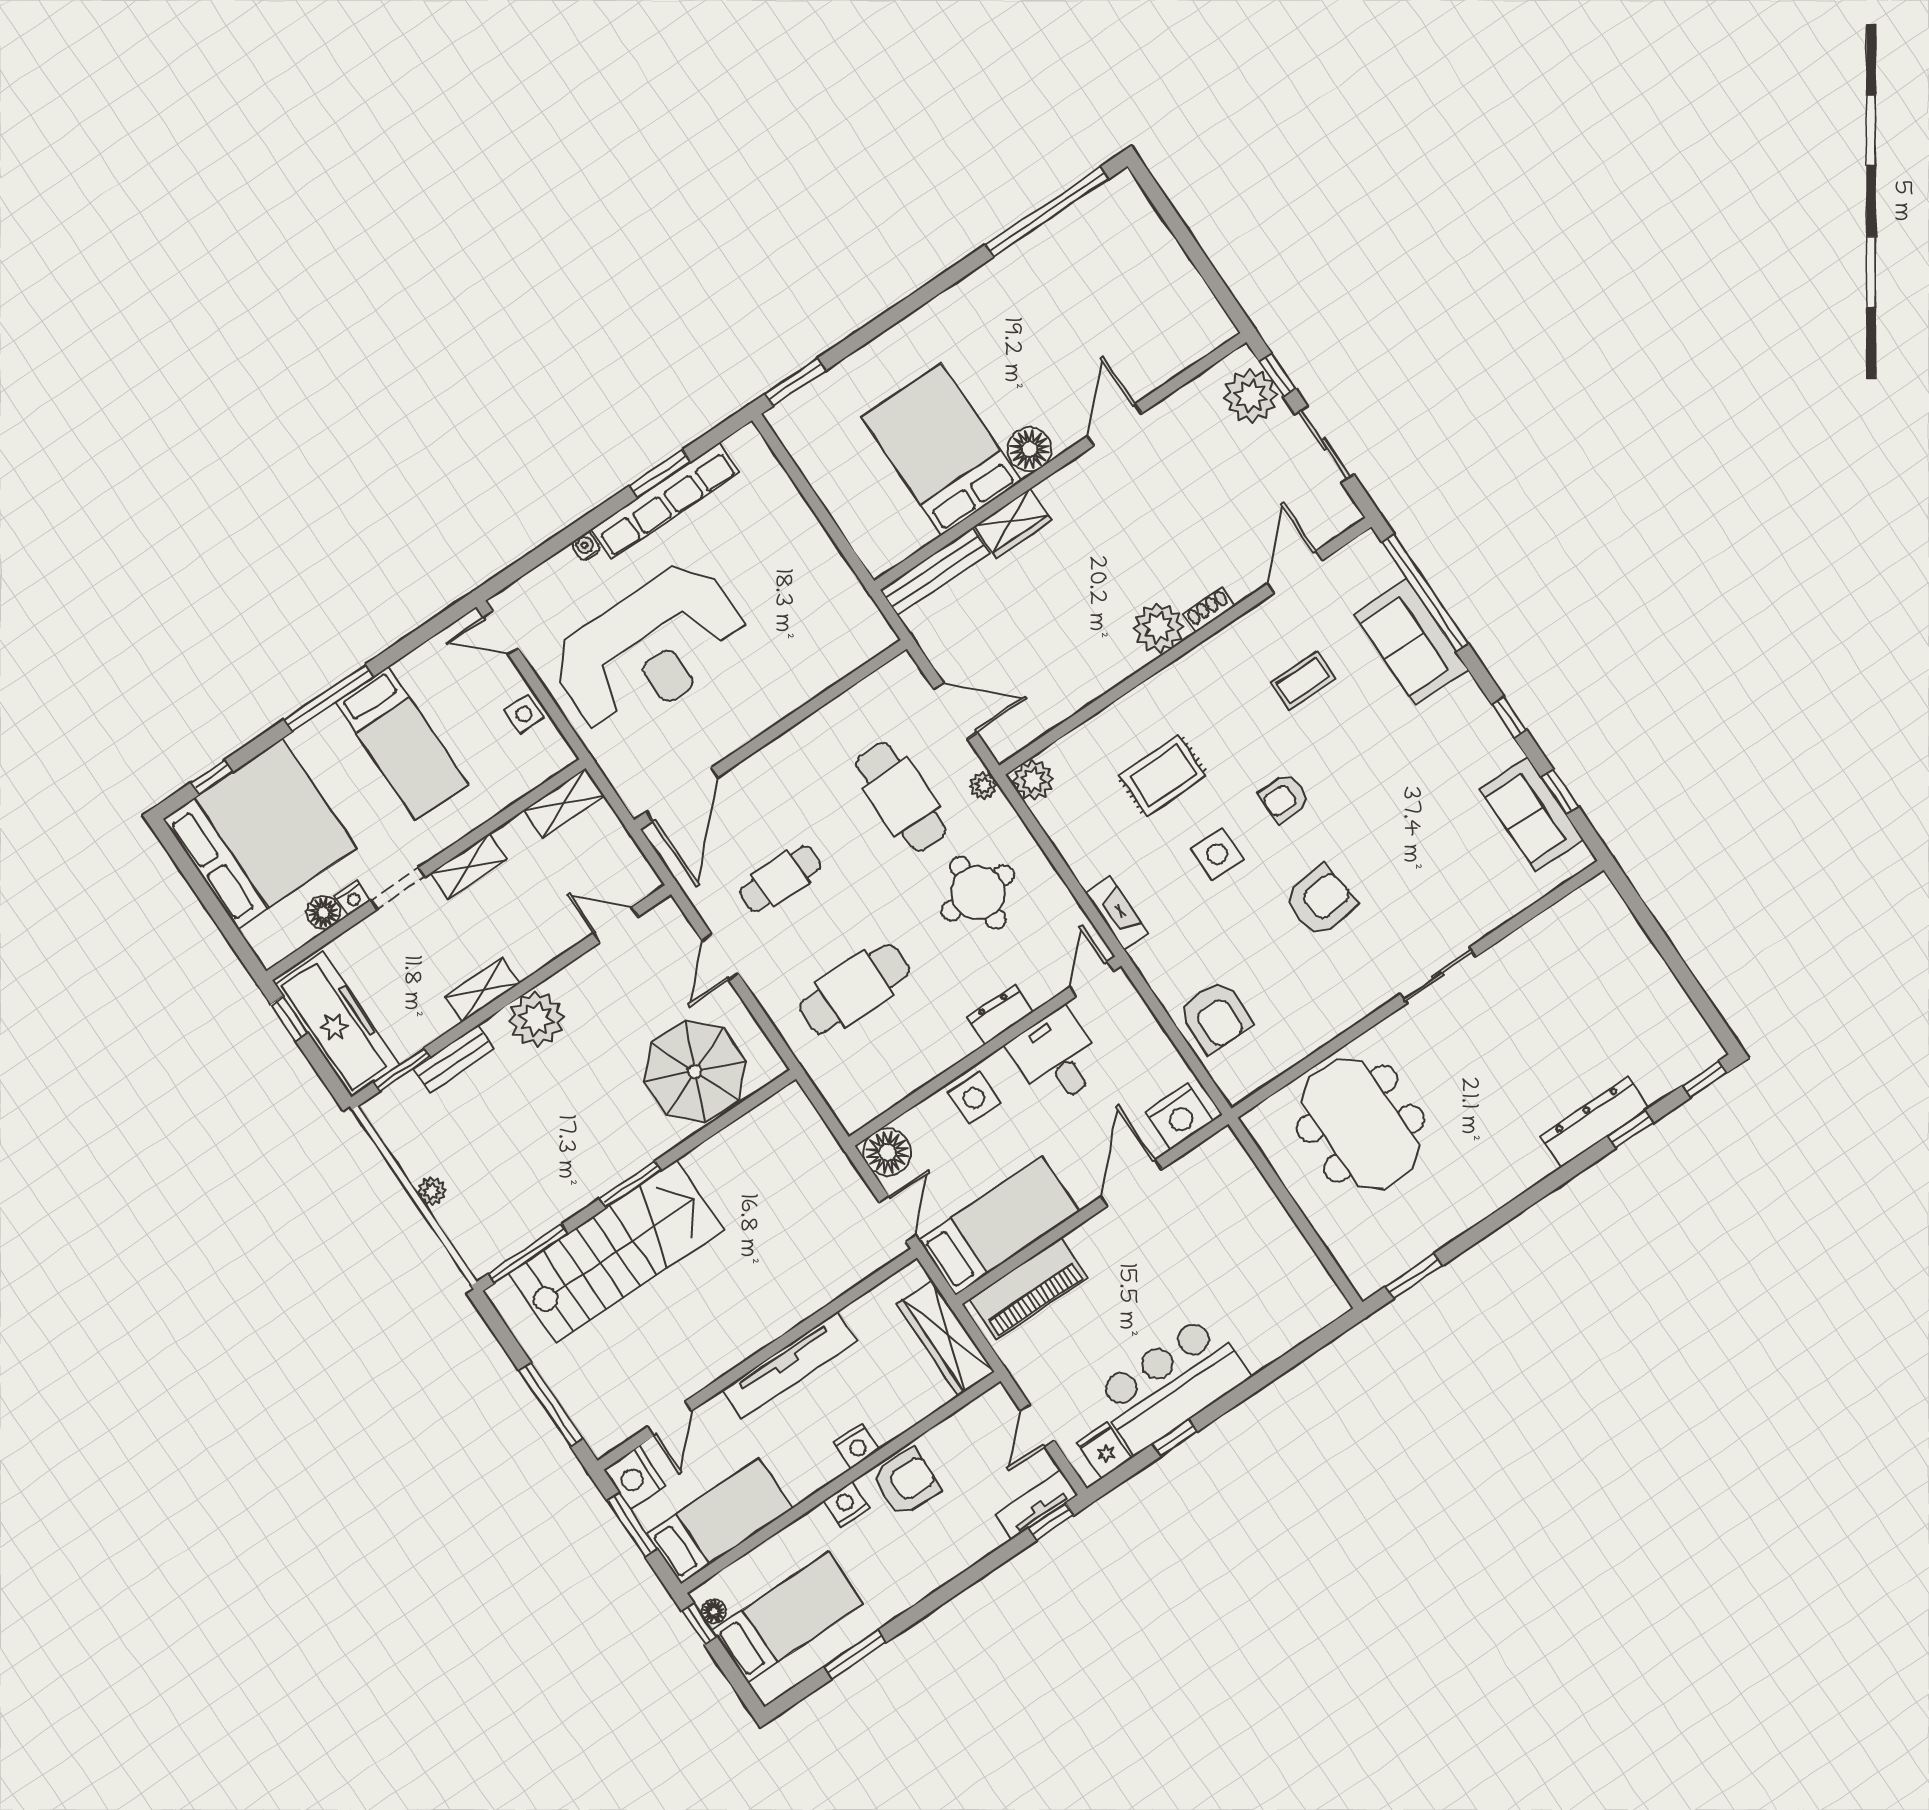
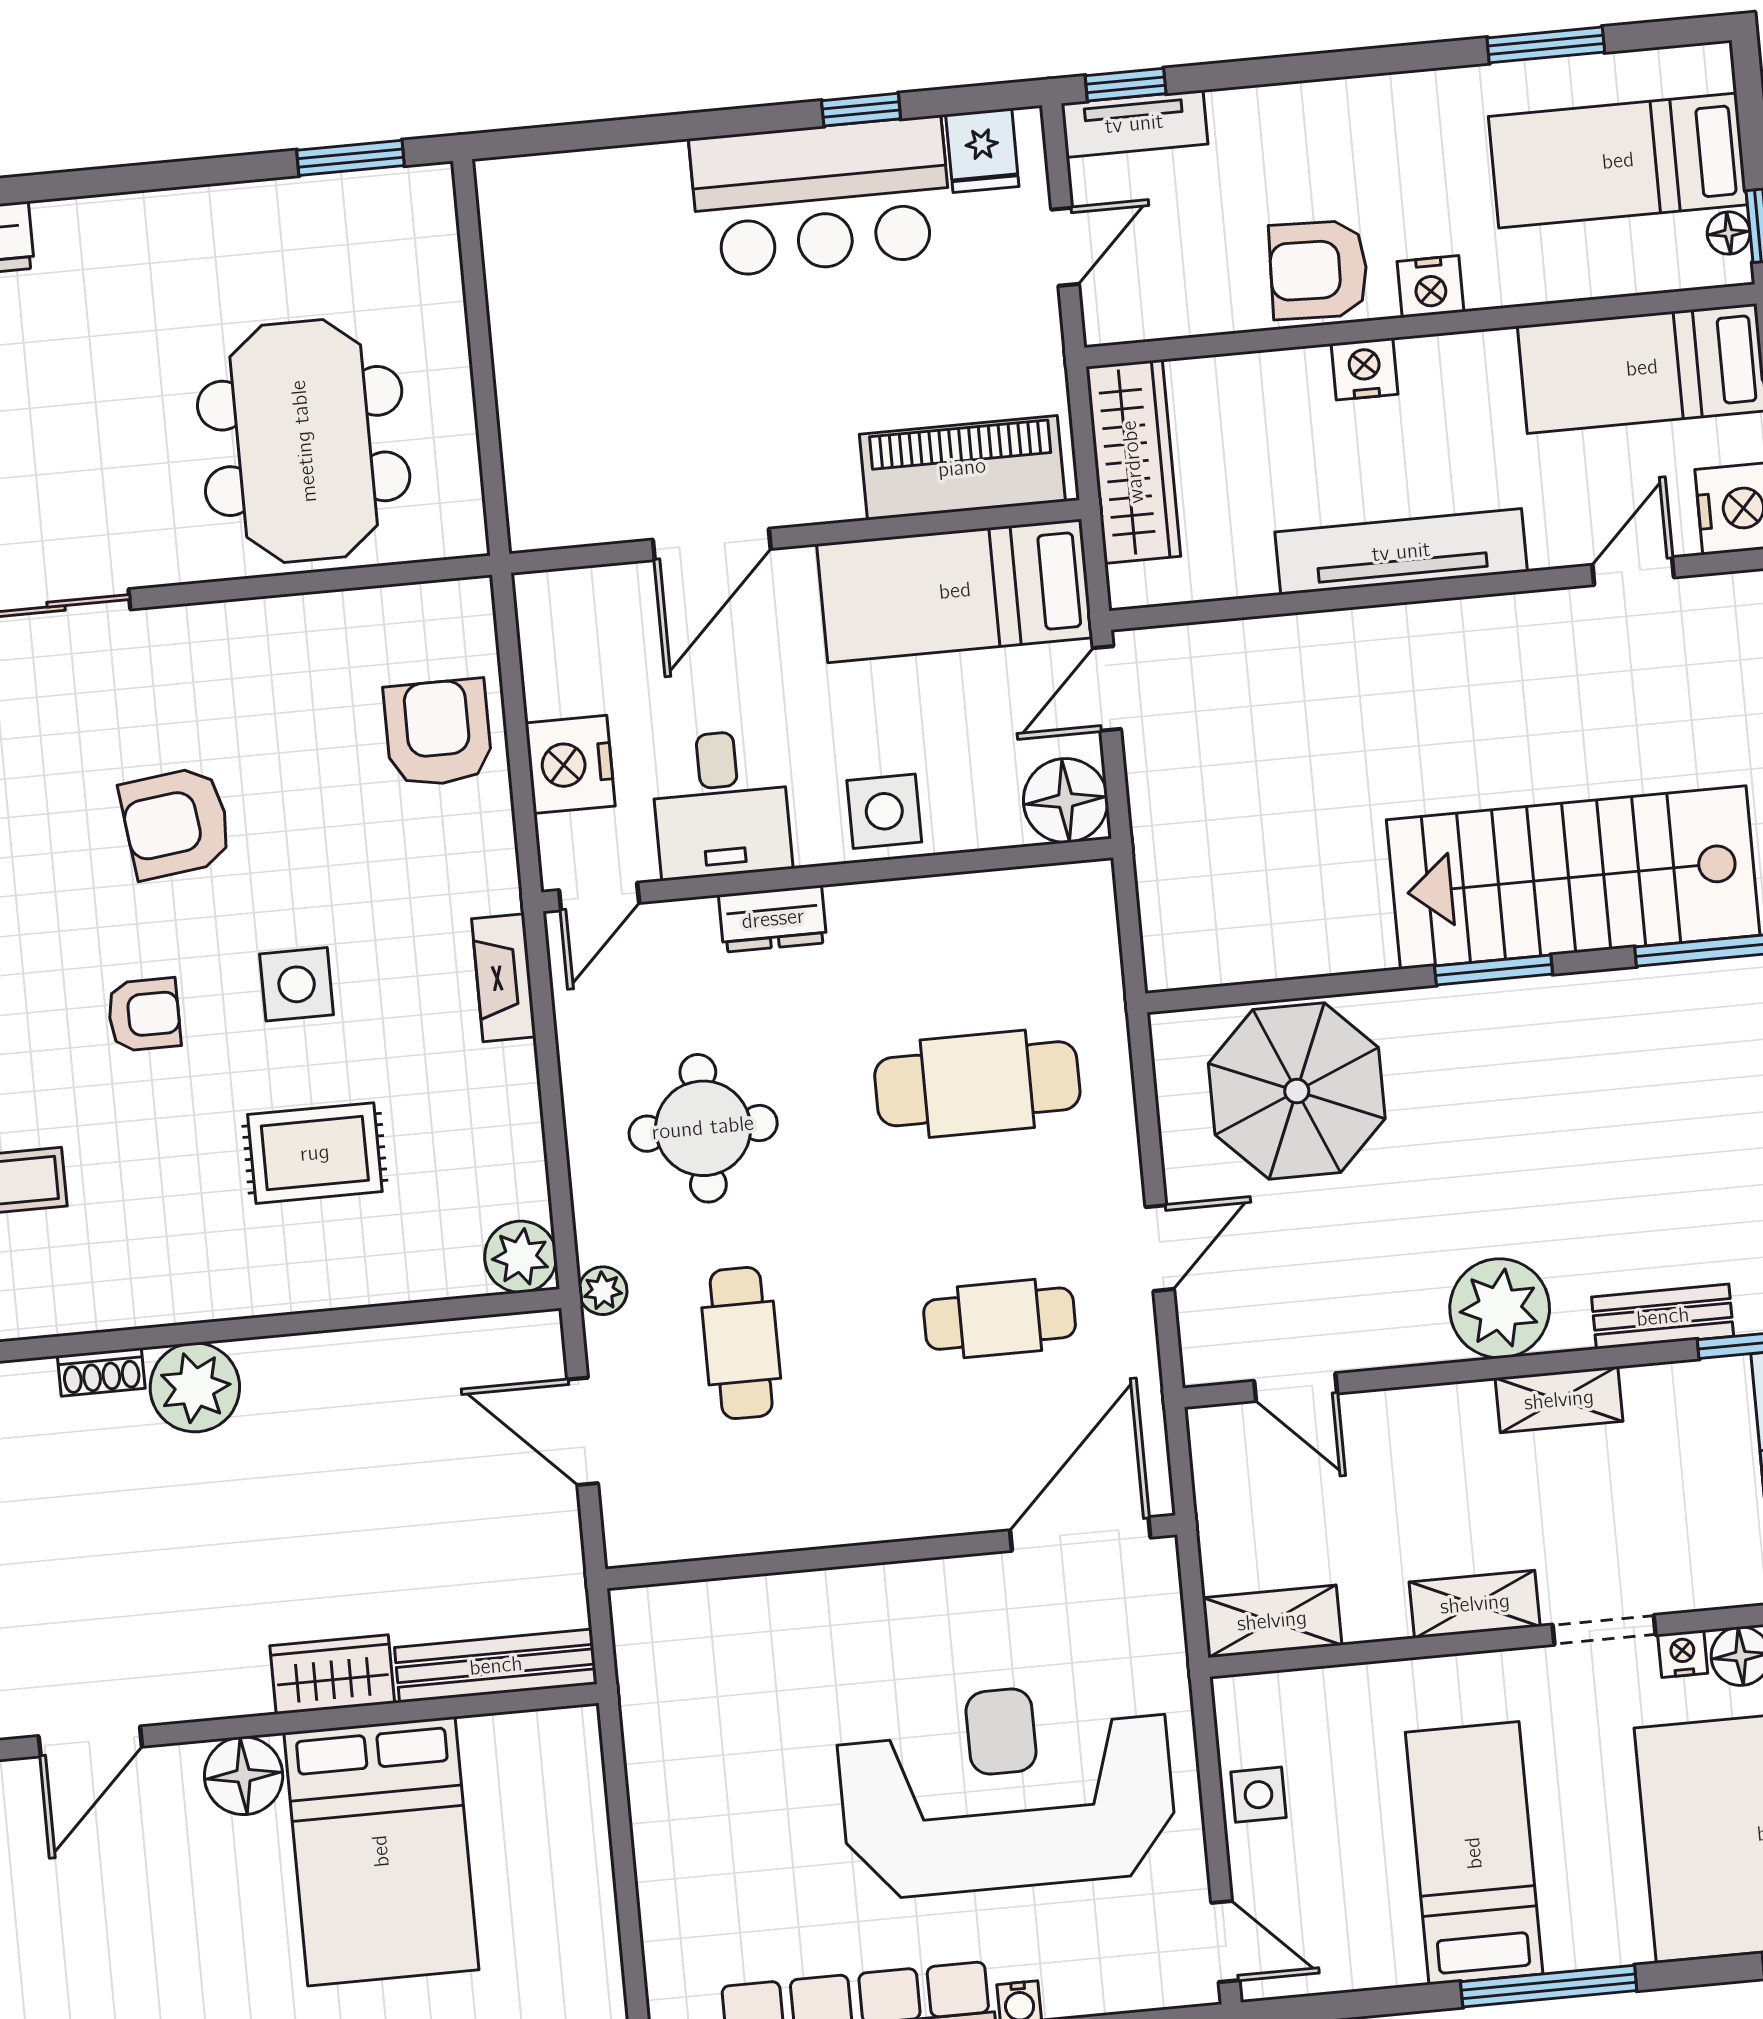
cafe table: (901, 797) -> (741, 1343), width x0.73, depth x0.74
nightstand: (1179, 1116) -> (570, 764), moved, turned -90

